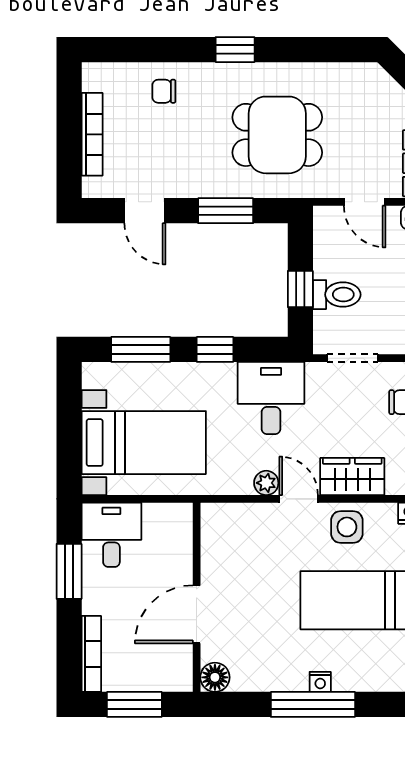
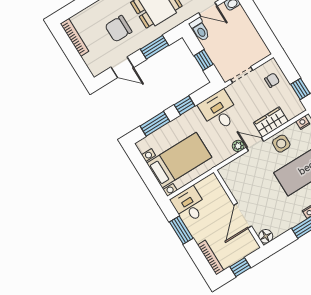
chair: (164, 91) -> (118, 29), moved, width x1.87, depth x1.87
bookcase: (92, 134) -> (75, 37), moved
toilet: (337, 295) -> (200, 30), moved, turned 90
window: (134, 704) -> (240, 267), width x0.67

